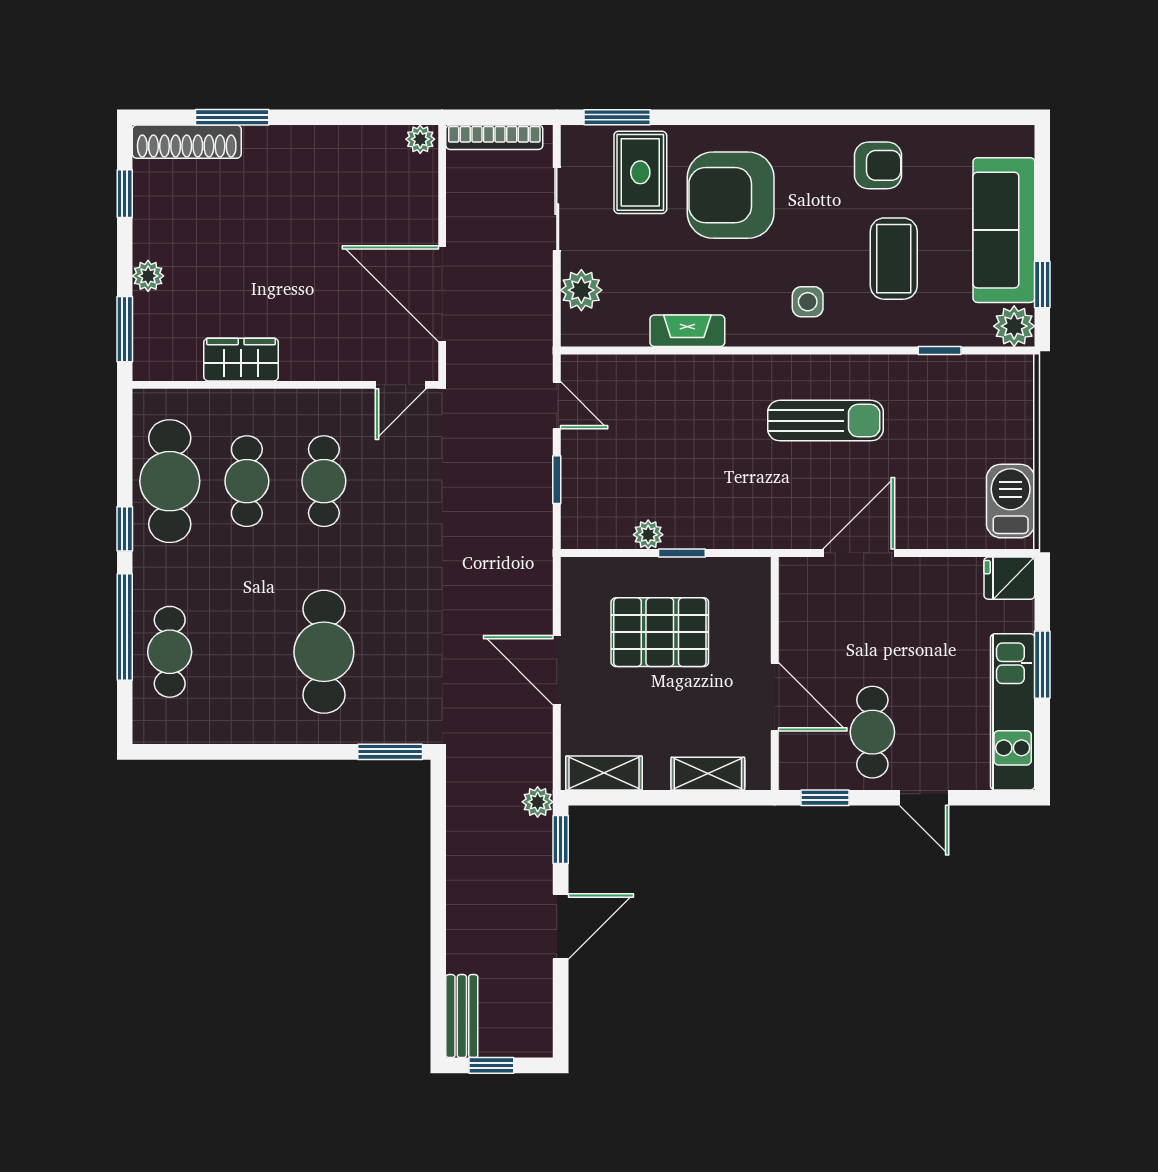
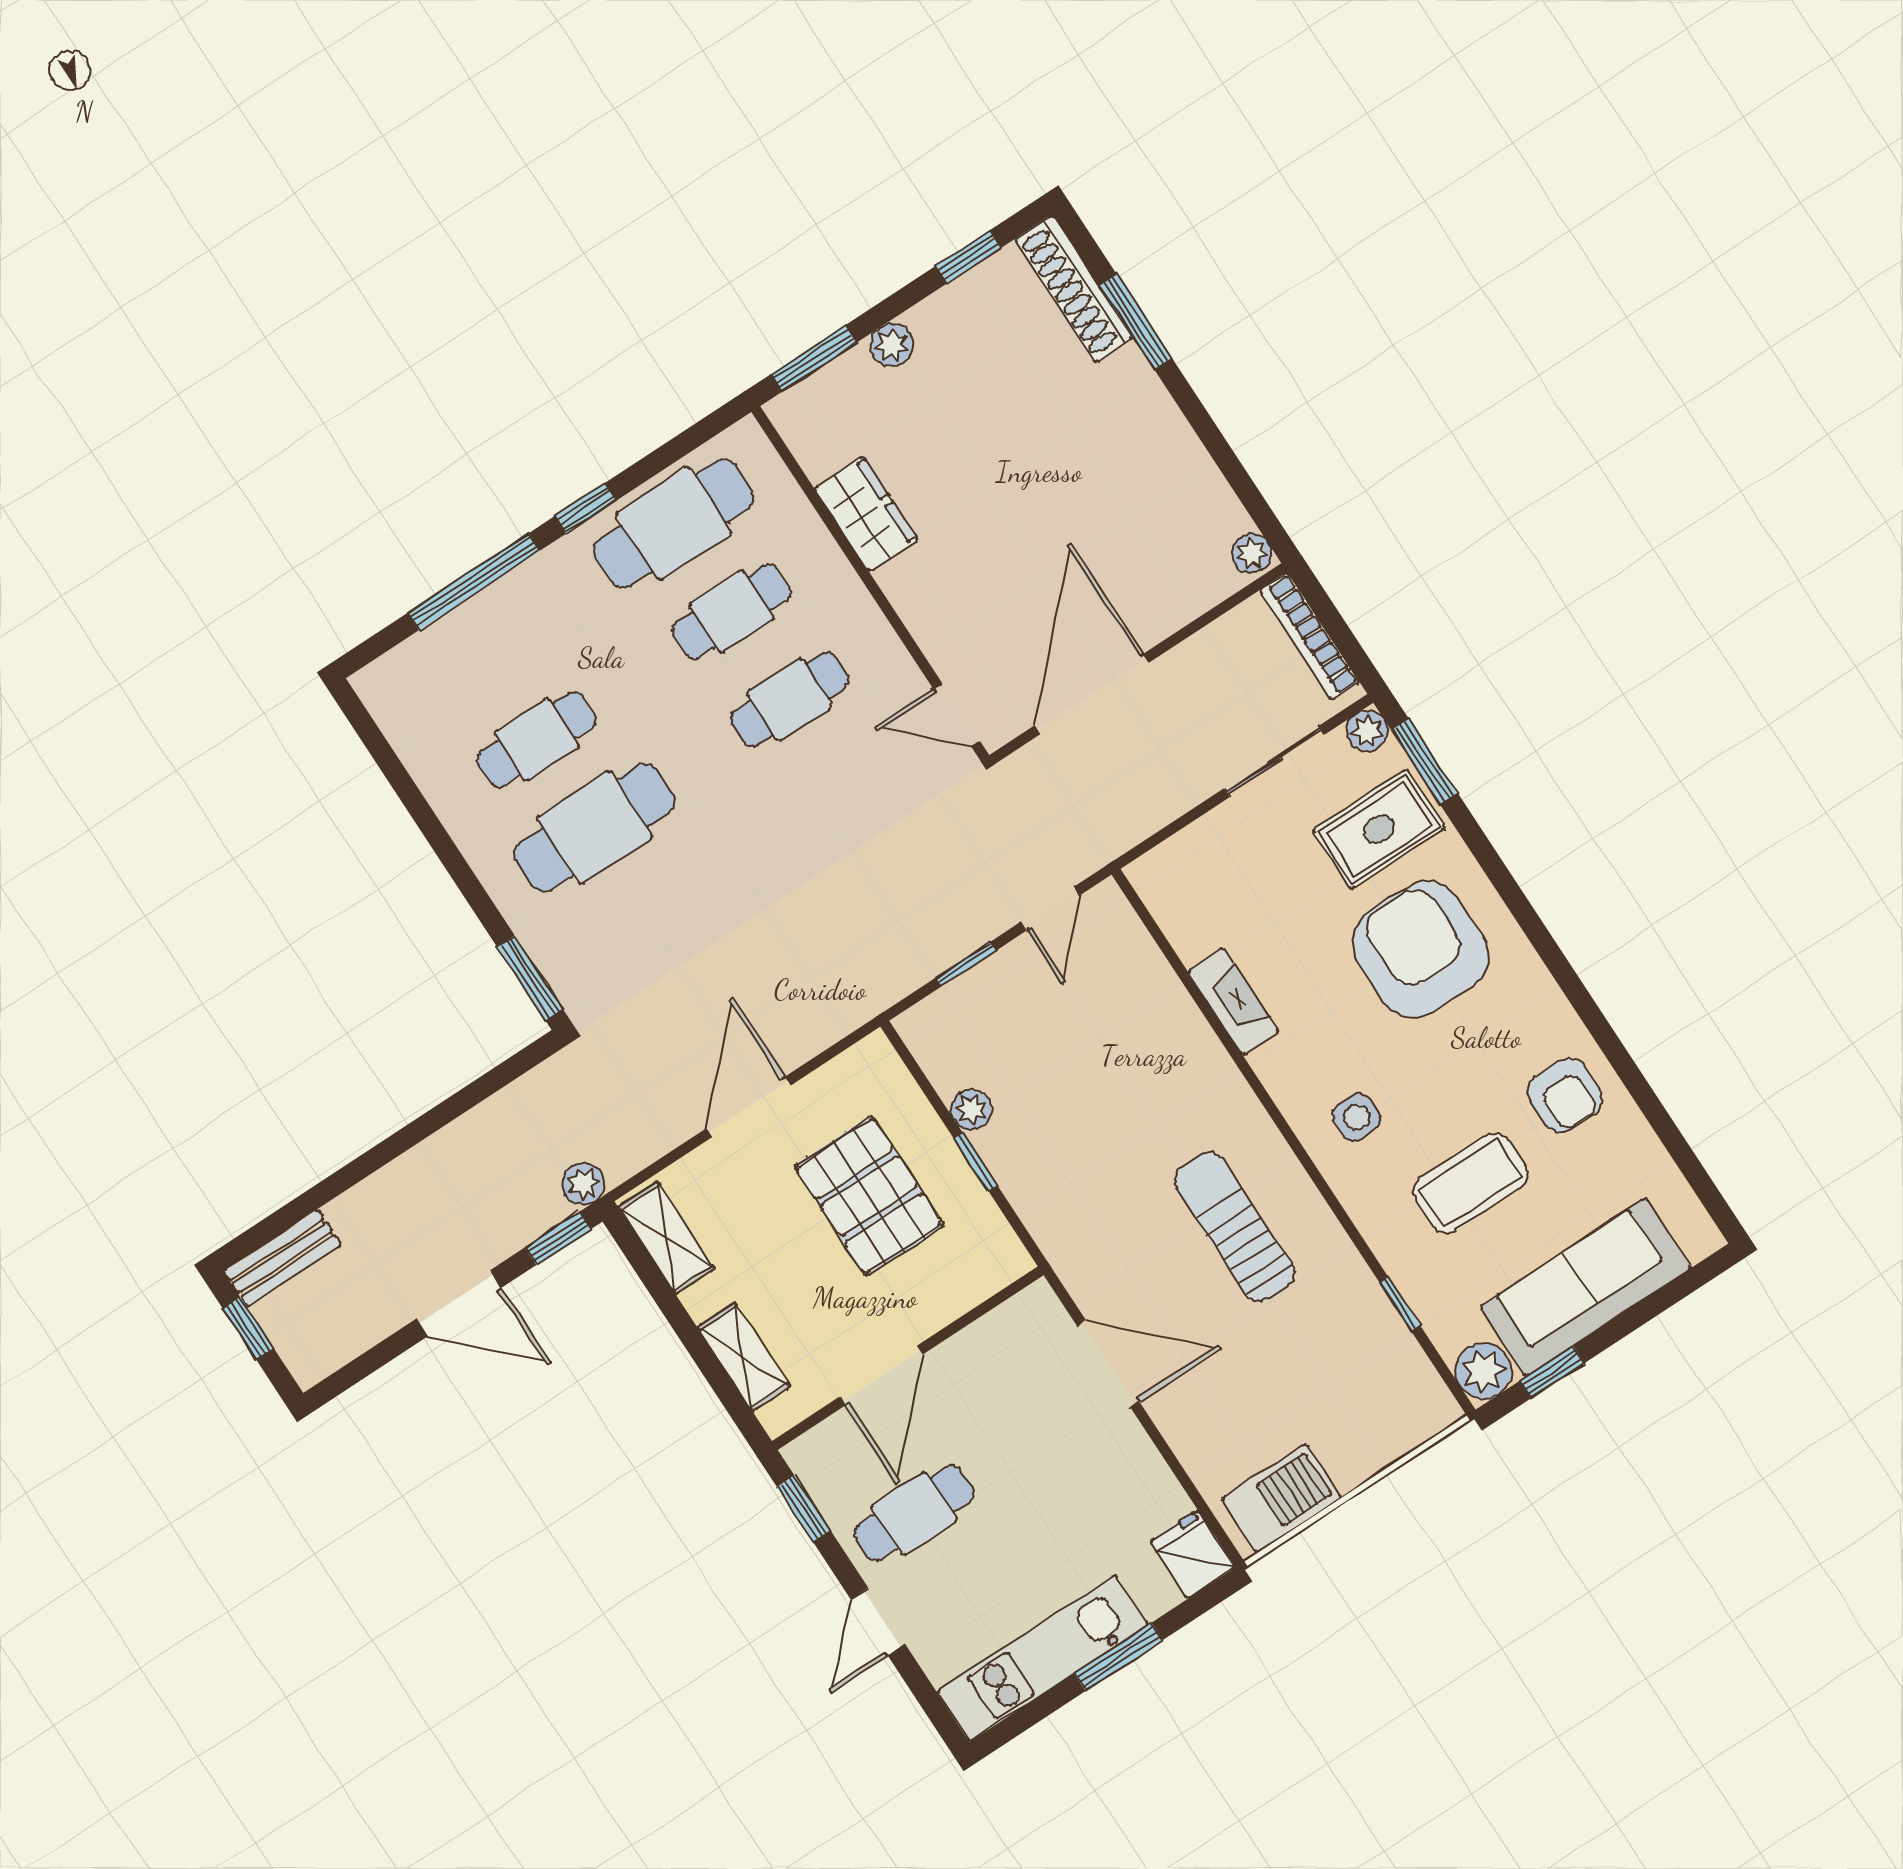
plant: (581, 290) -> (1367, 731), moved, width x0.73, depth x0.73
sun lounger: (825, 421) -> (1234, 1226), turned 180
cafe table: (170, 652) -> (537, 740), moved

